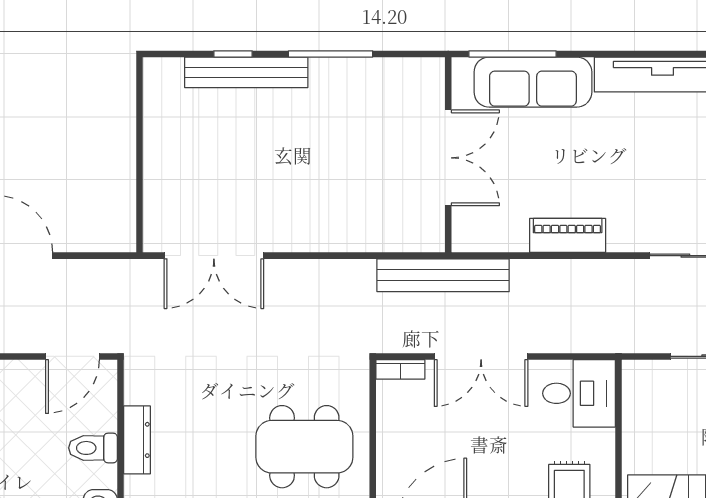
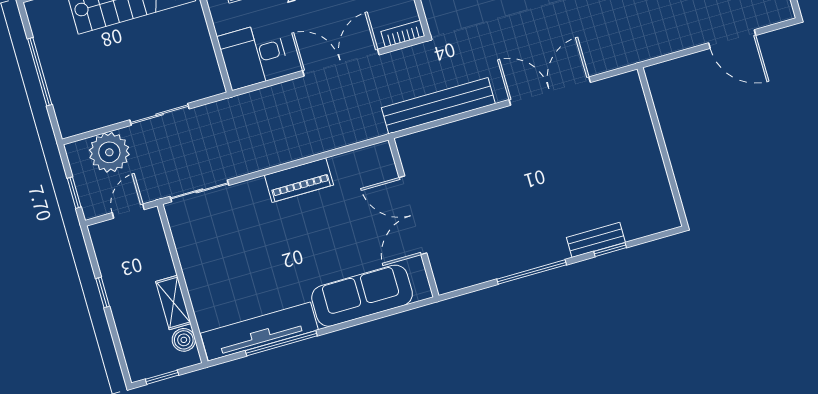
window: (513, 54) -> (281, 343), moved
bench: (246, 72) -> (596, 240), width x0.54, depth x0.82
double door: (214, 256) -> (550, 91), moved
bench: (443, 275) -> (438, 106), moved

